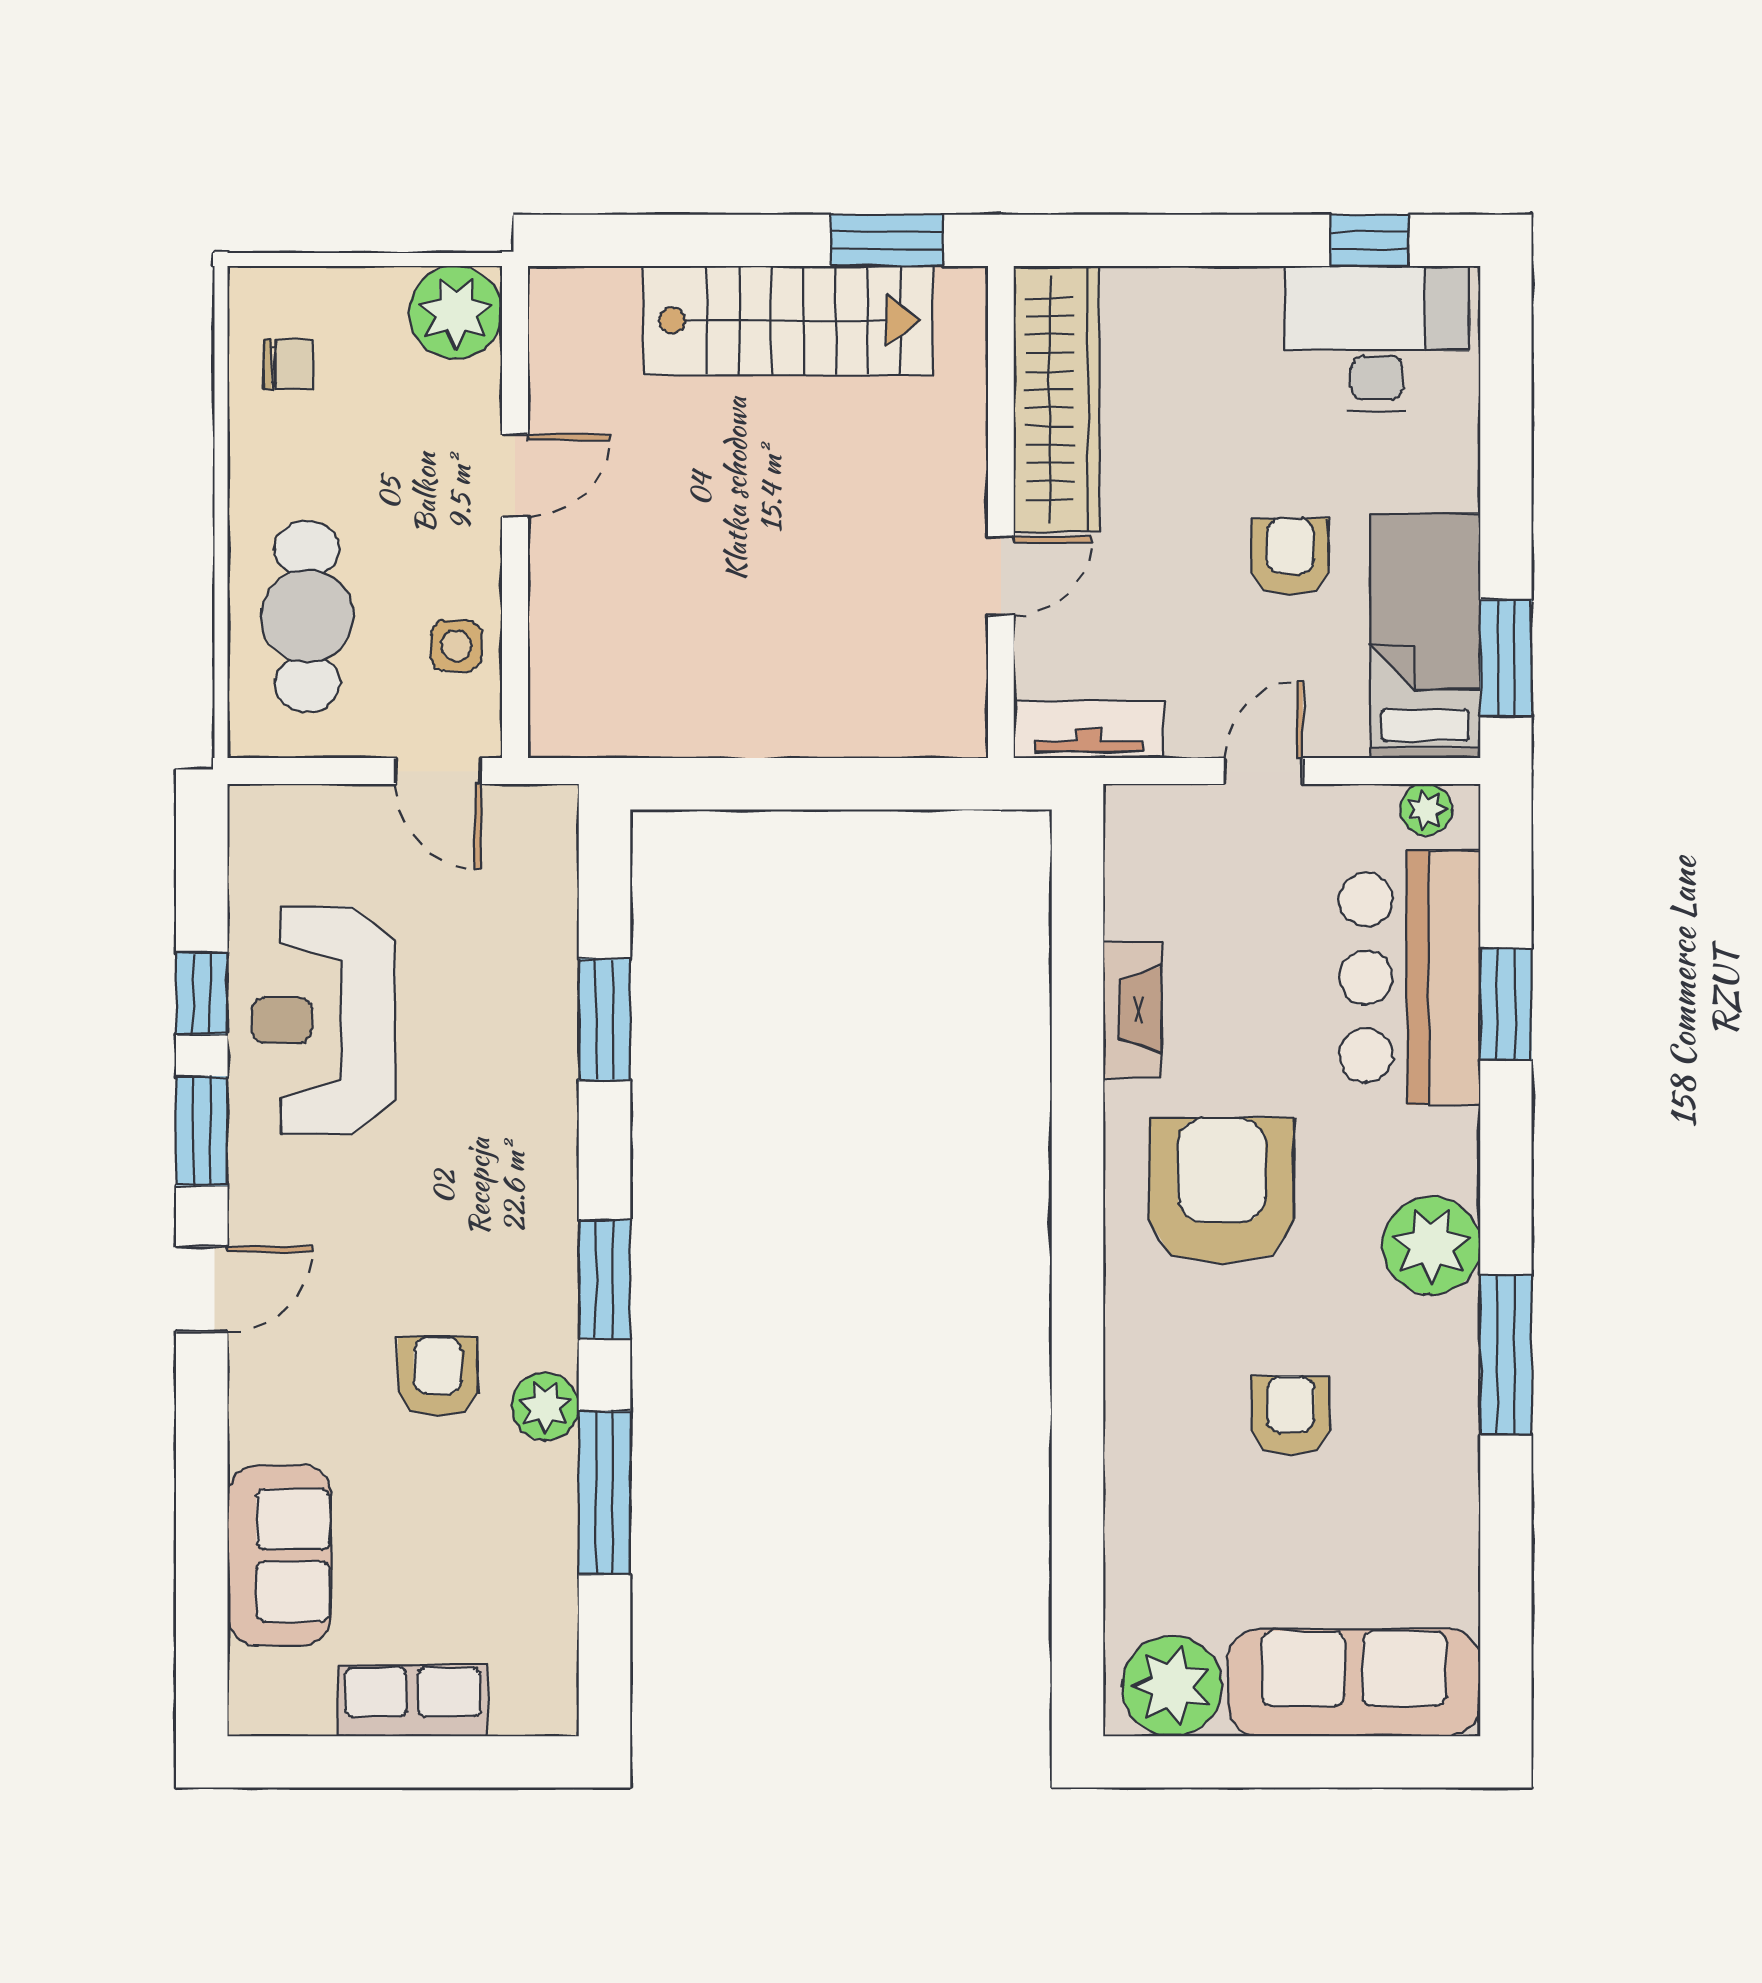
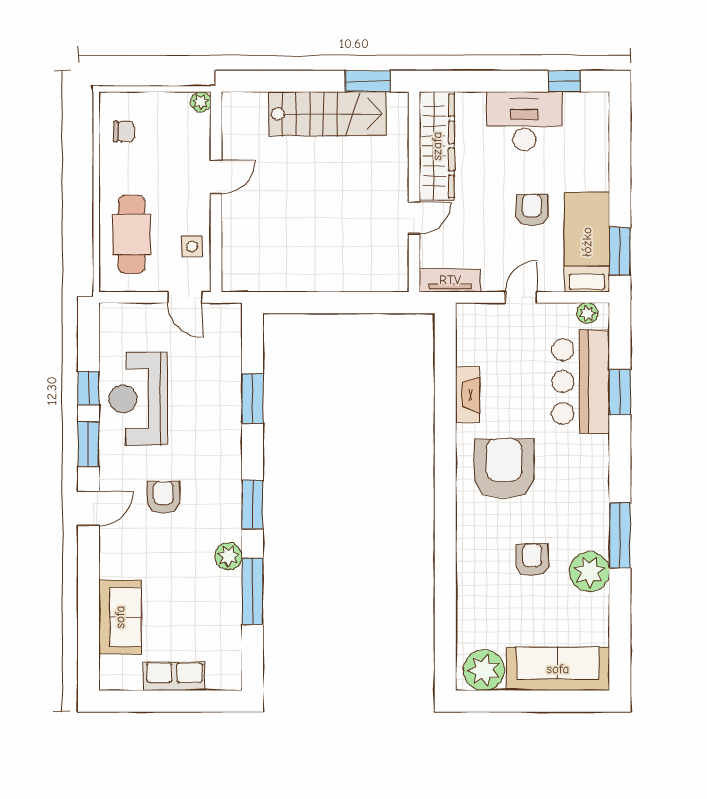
plant: (456, 313) -> (201, 102), width x0.53, depth x0.53
desk: (1377, 339) -> (524, 121), moved
plant: (1431, 1246) -> (589, 572), moved
armchair: (438, 1377) -> (163, 497), moved

